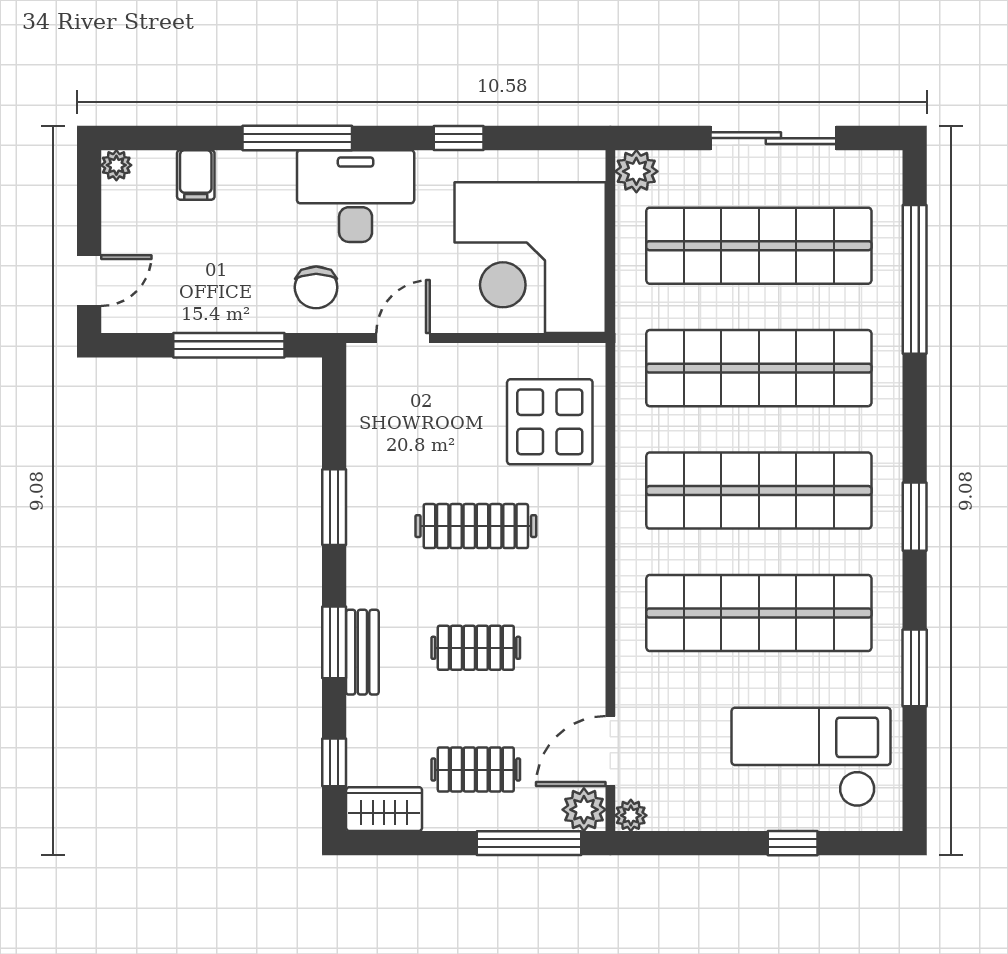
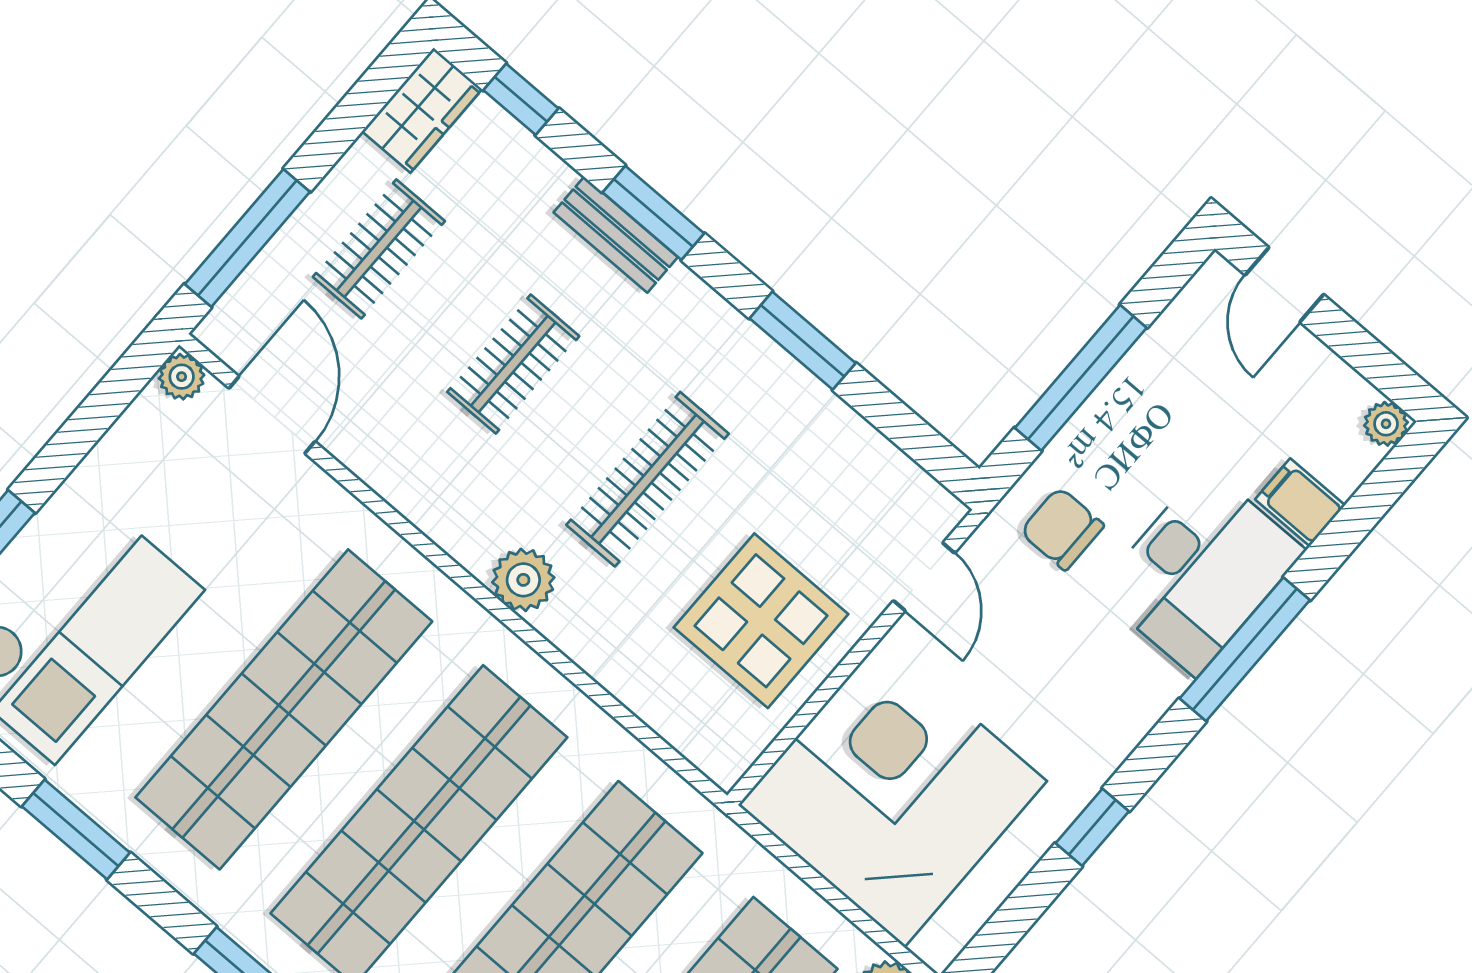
desk: (356, 196) -> (1201, 571), moved
display table: (550, 422) -> (761, 621), moved
plant: (584, 810) -> (523, 580), moved

